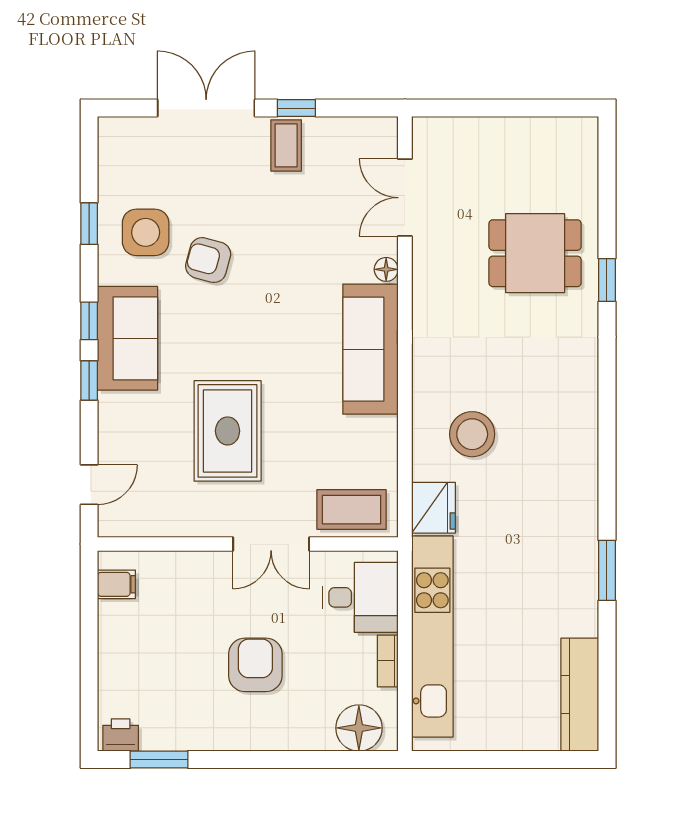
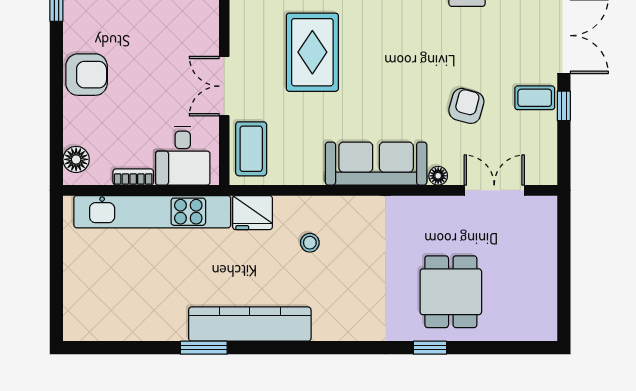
armchair: (208, 260) -> (466, 106), moved
rug: (228, 431) -> (312, 52), turned 90
stool: (472, 434) -> (310, 243), width x0.53, depth x0.53
armchair: (255, 665) -> (87, 75), moved
kitchen counter: (580, 695) -> (250, 324), moved, width x1.39, depth x1.17
floor lamp: (359, 728) -> (76, 159), width x0.73, depth x0.73

